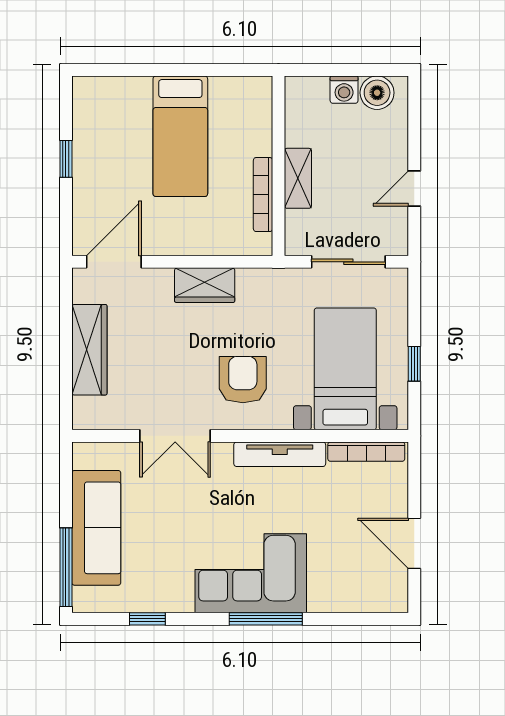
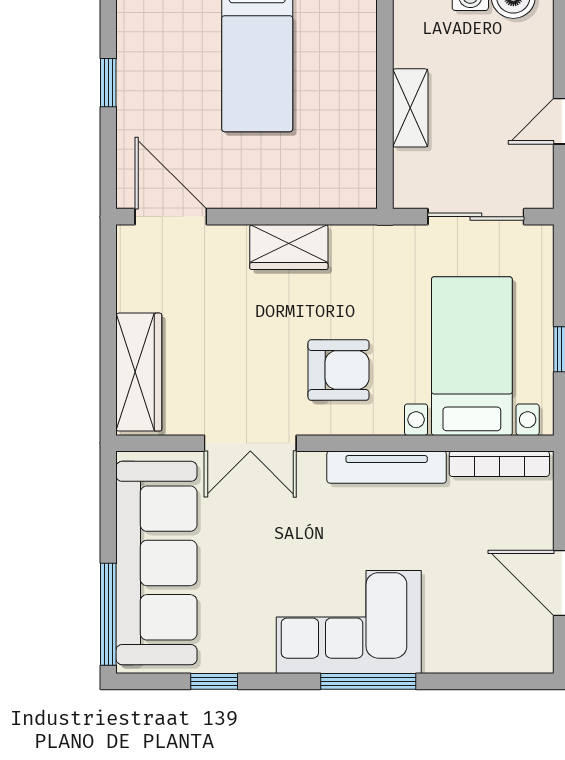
bookcase: (263, 195) -> (365, 129), removed
door: (114, 262) -> (171, 217), hinge flipped
wardrobe: (89, 350) -> (139, 372), moved
armchair: (243, 380) -> (339, 370), turned 90
sofa: (96, 528) -> (156, 563), width x1.36, depth x1.27

